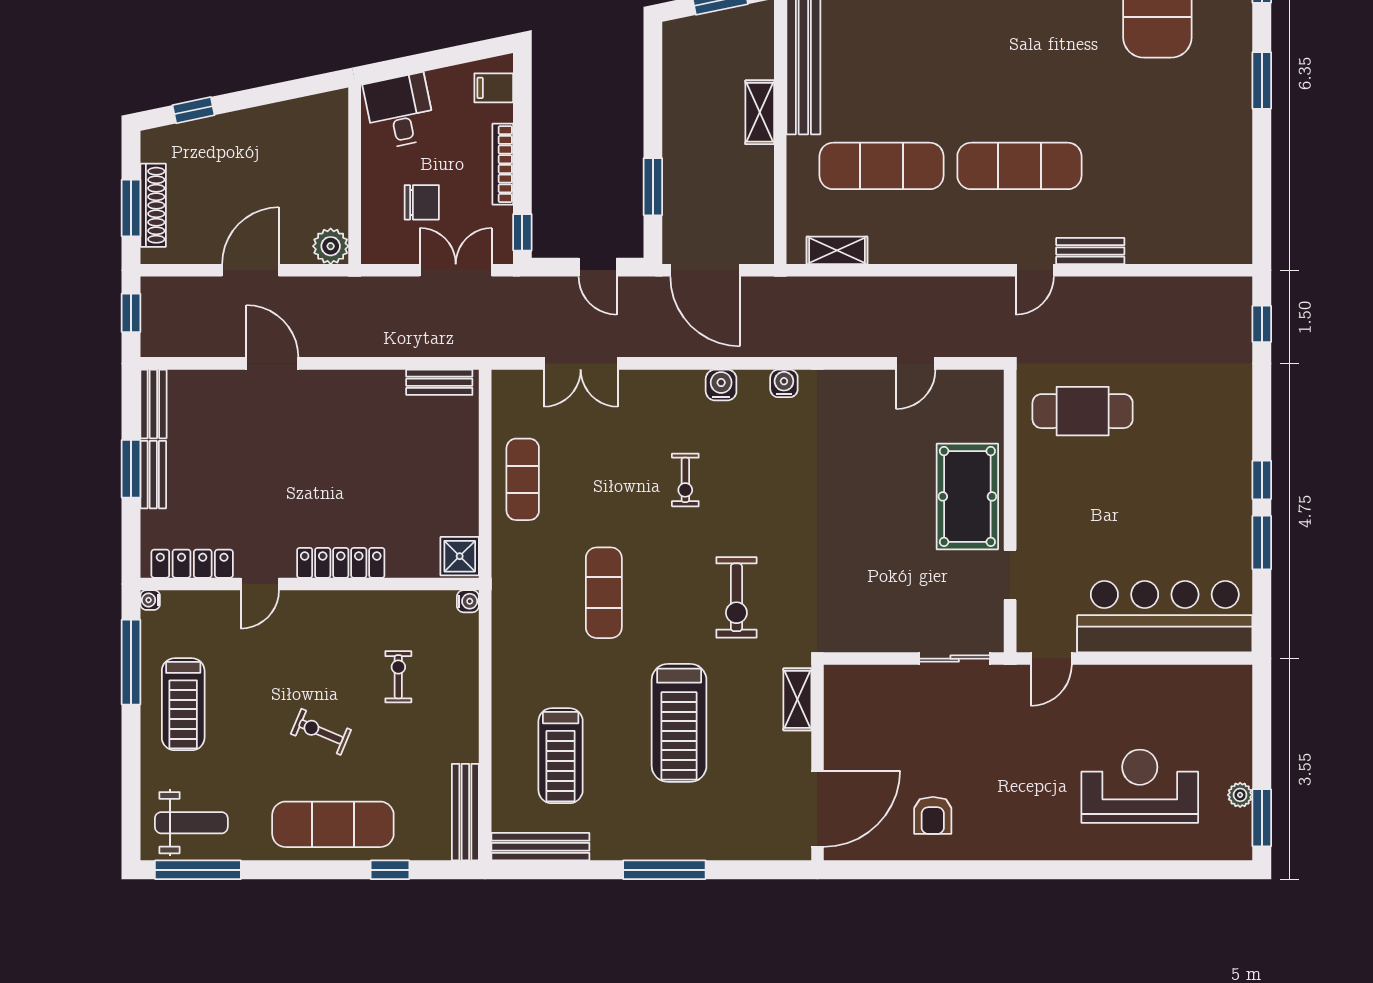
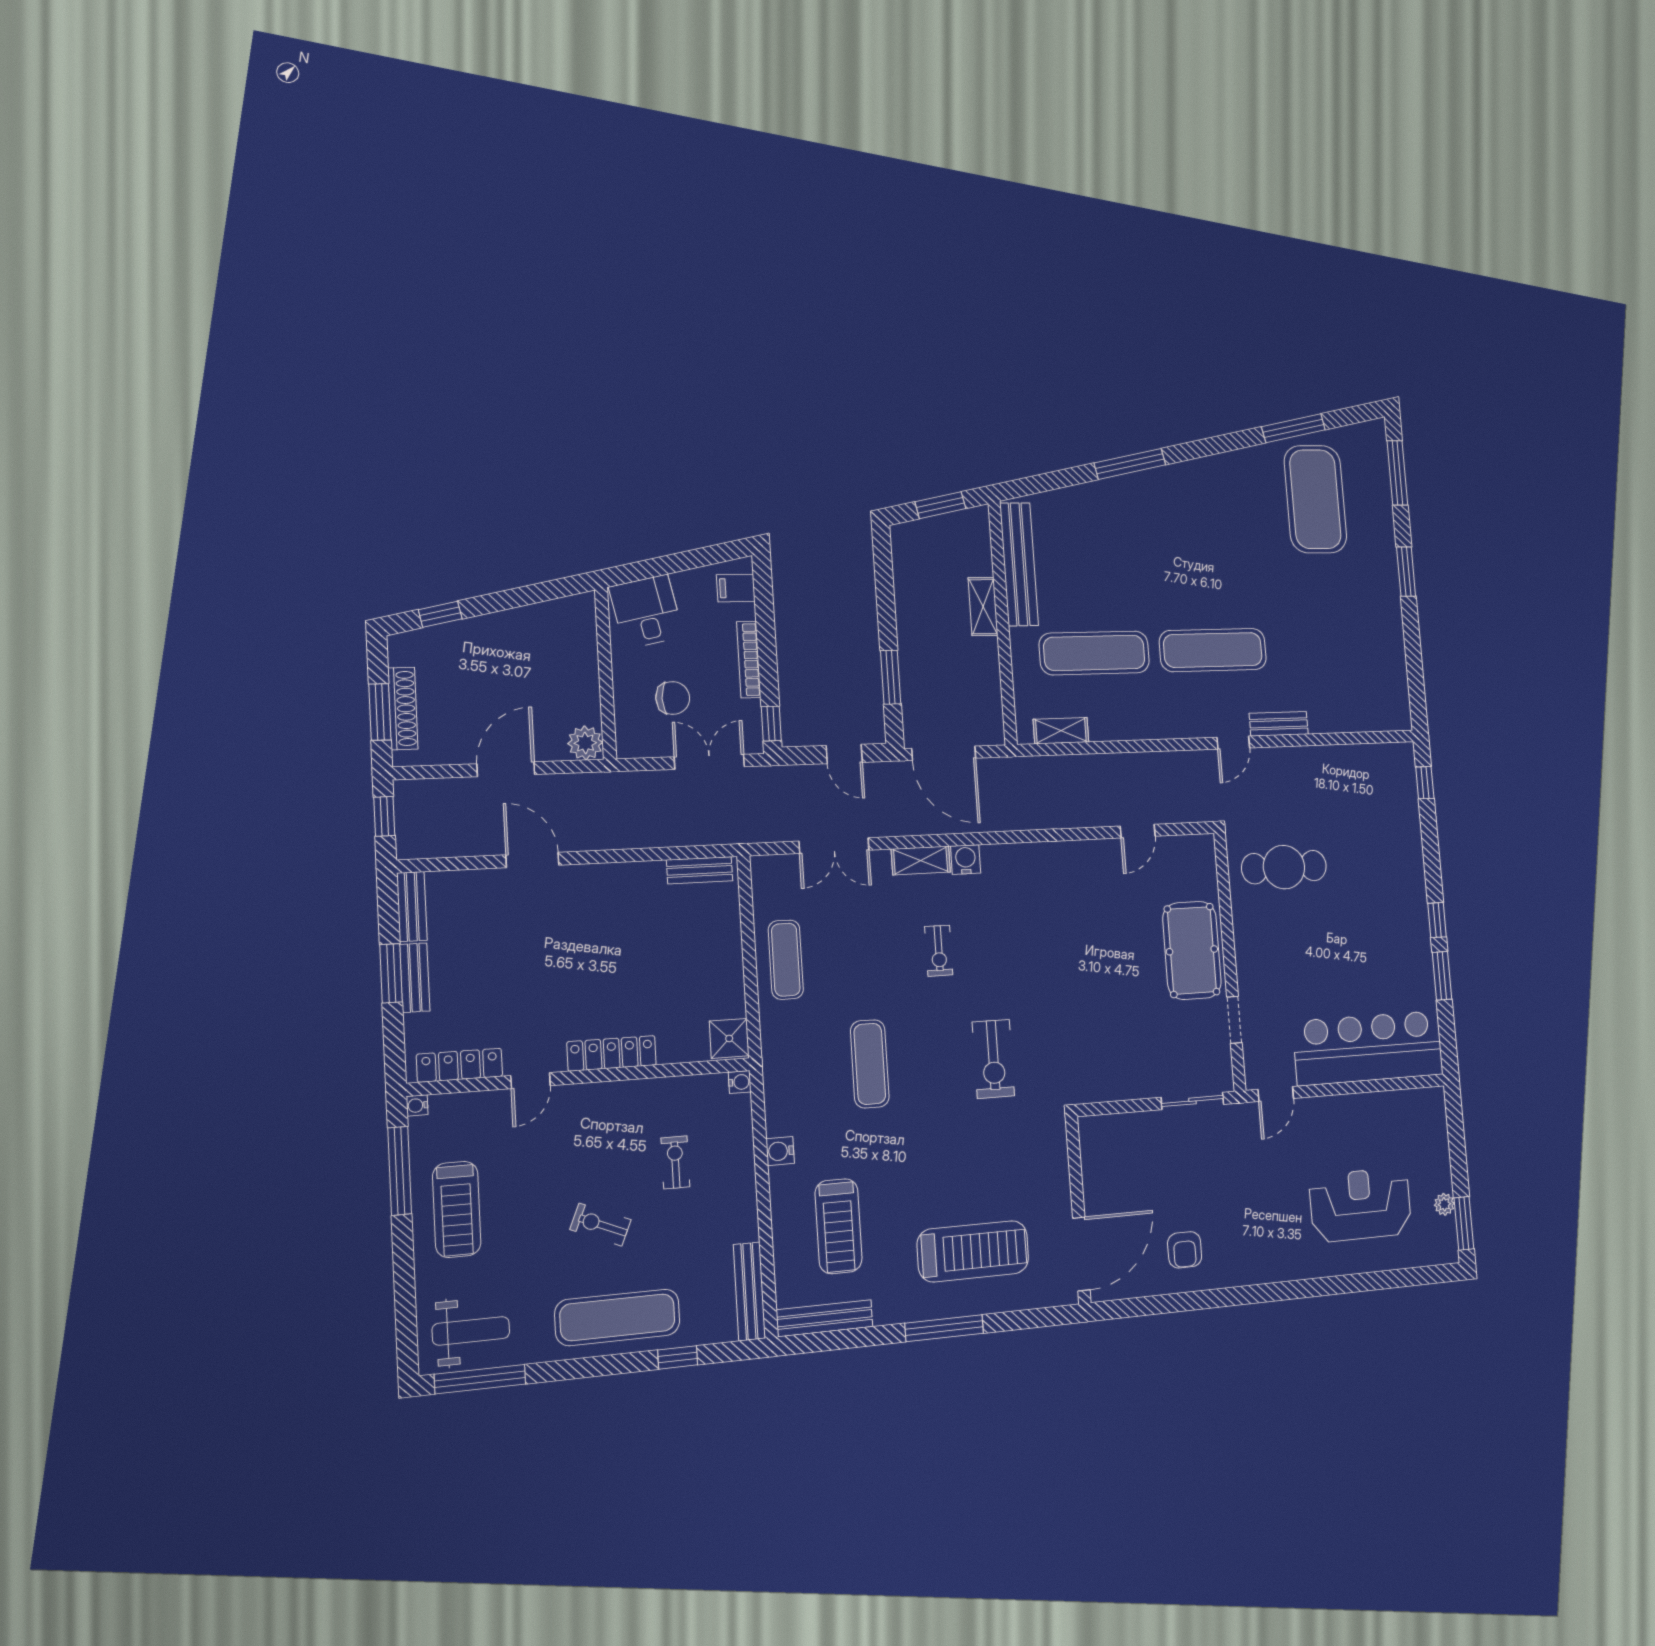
water cooler: (784, 383) -> (780, 1151), moved, turned -90
shelving: (797, 699) -> (921, 860), moved, turned 90
treadmill: (679, 723) -> (973, 1251), moved, turned -90

